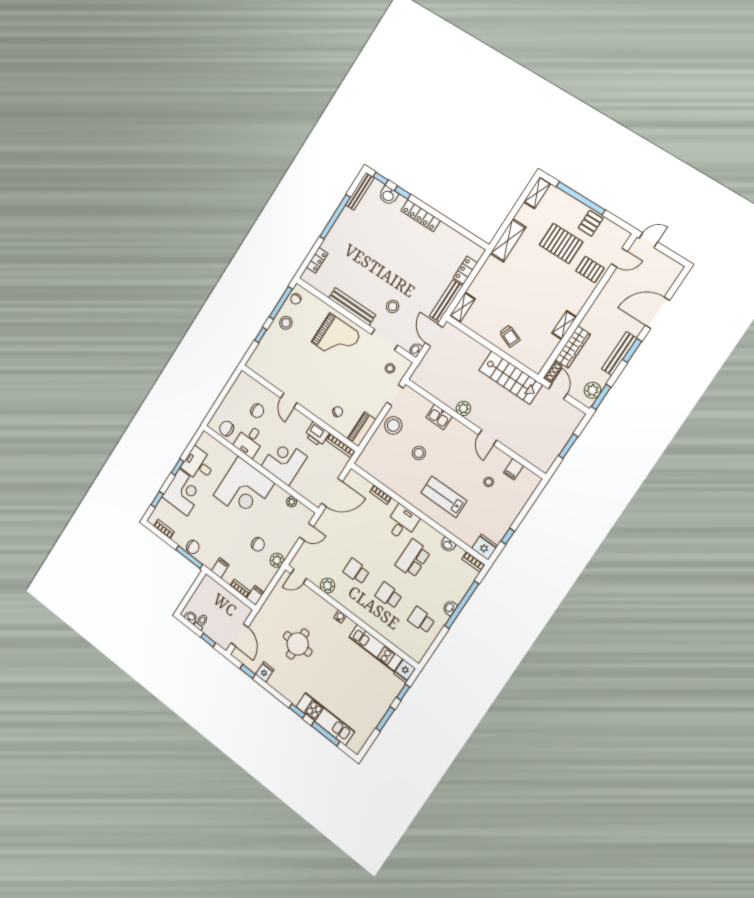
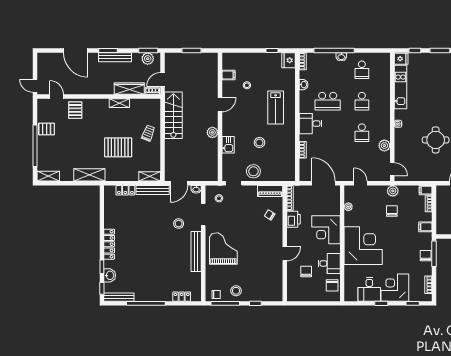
pallet: (561, 243) -> (118, 147), moved, turned 90

